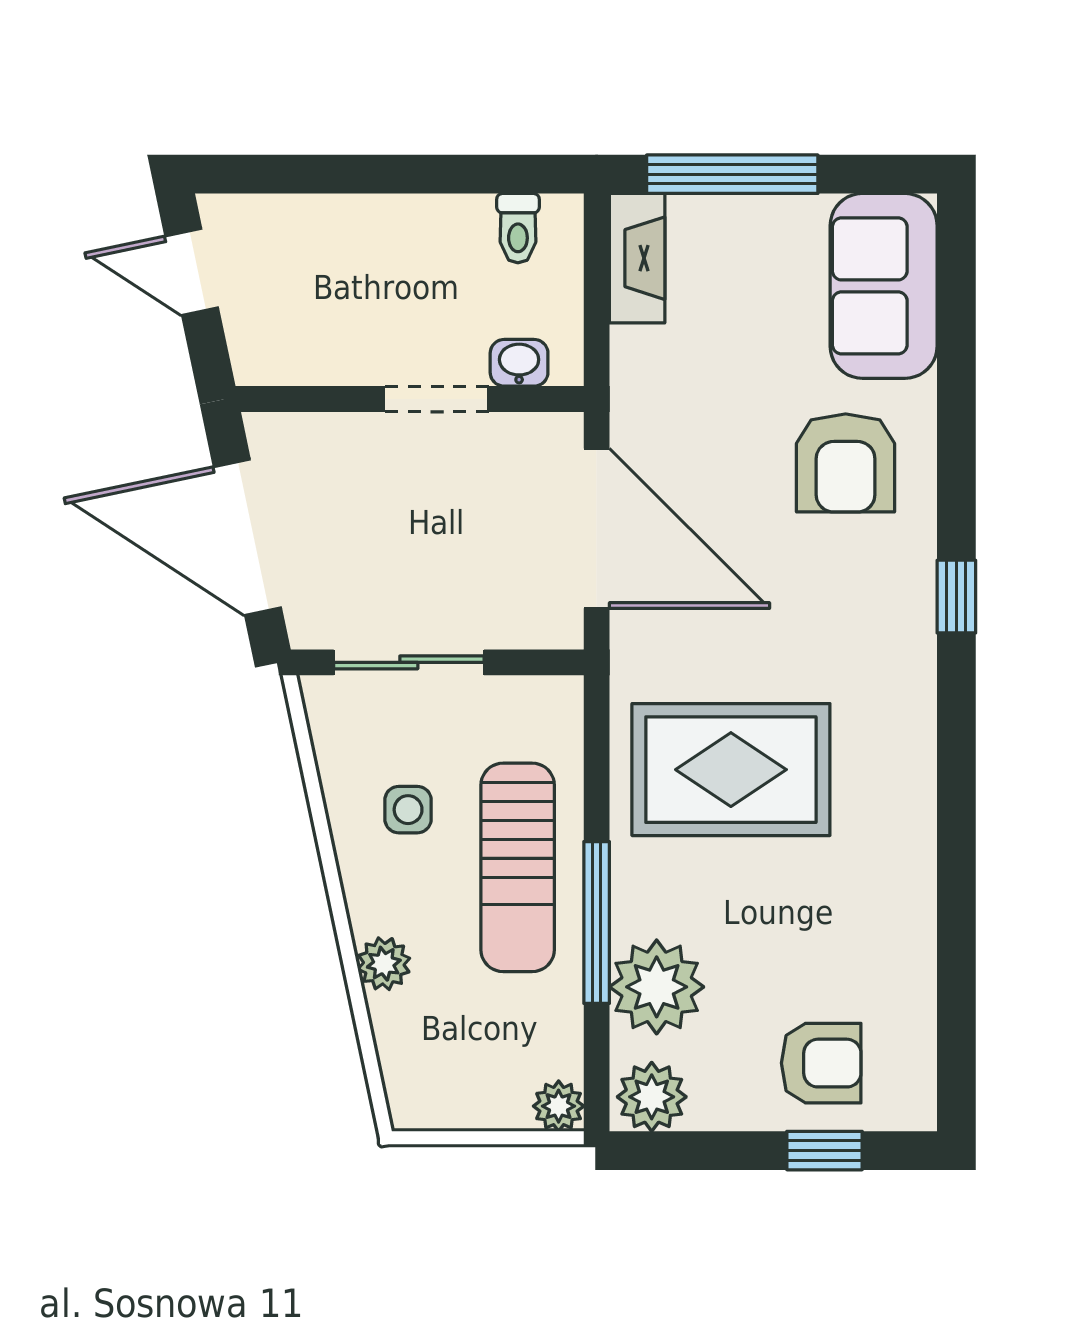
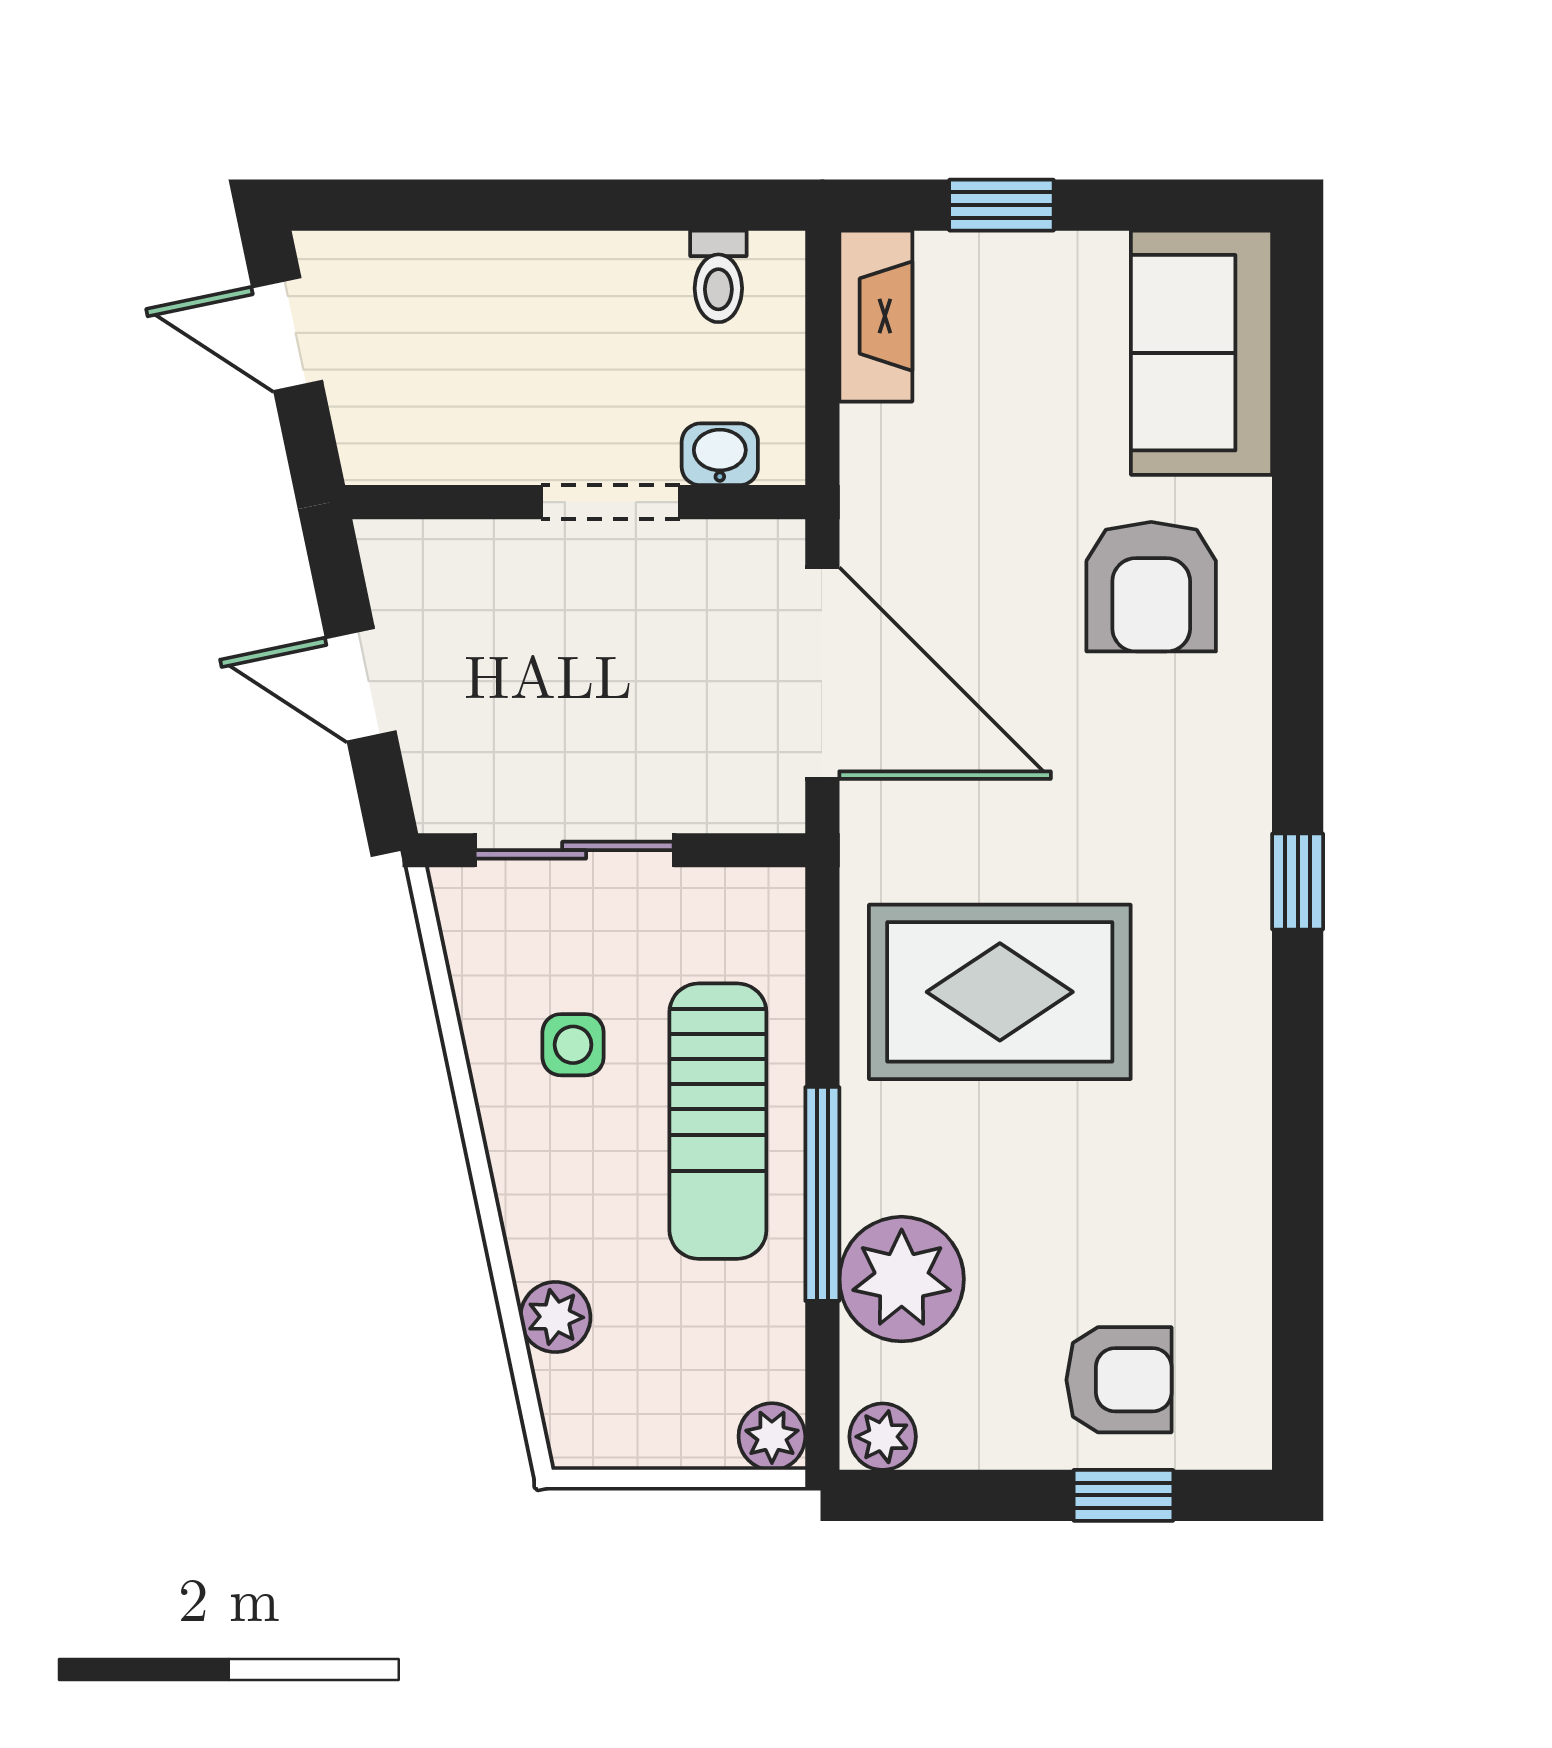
window: (732, 174) -> (1001, 205), width x0.46
door: (247, 537) -> (361, 685), width x0.53
window: (956, 597) -> (1298, 882), moved
plant: (384, 964) -> (555, 1317), moved
plant: (652, 1097) -> (883, 1437), width x0.73, depth x0.73

